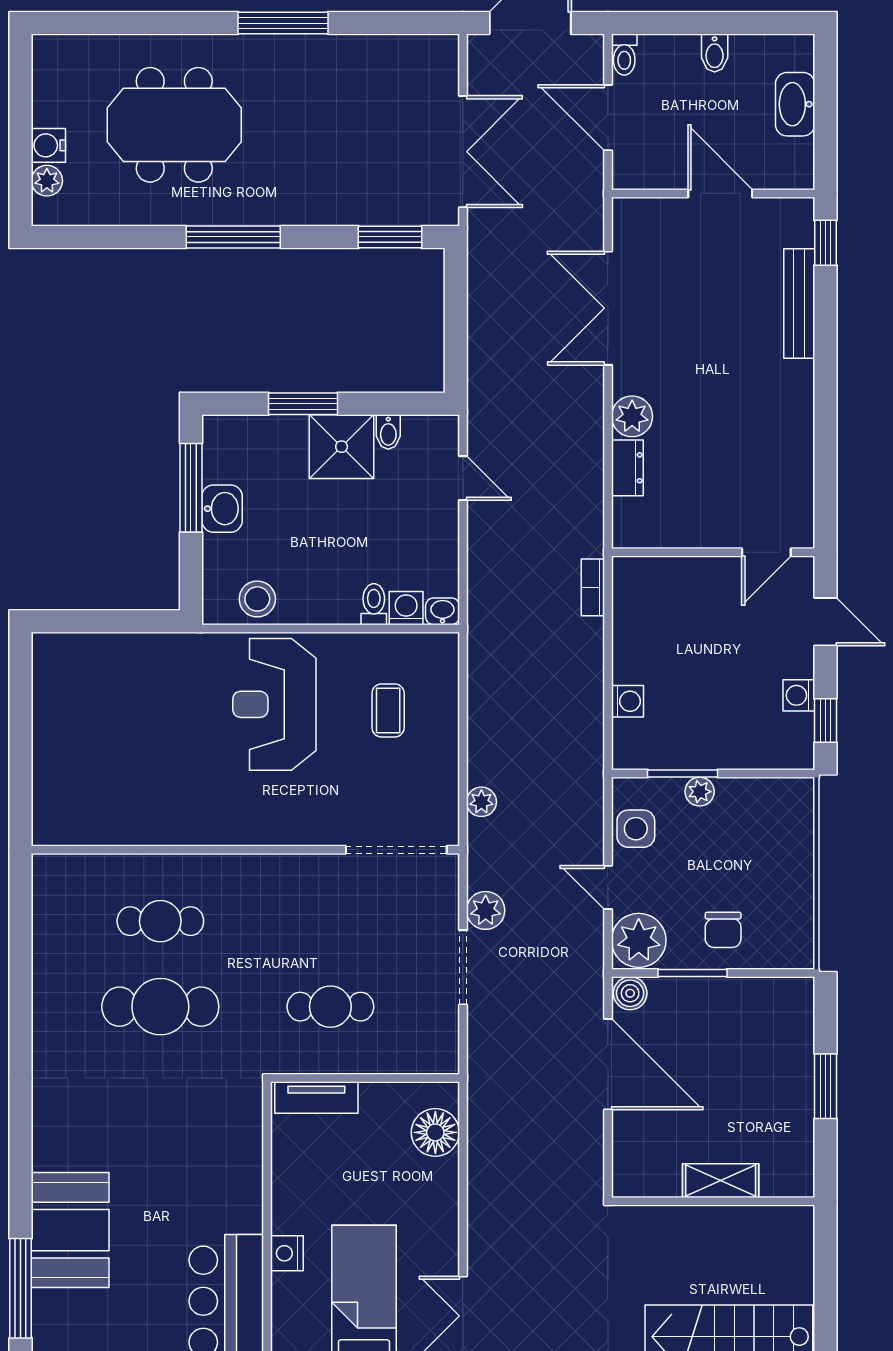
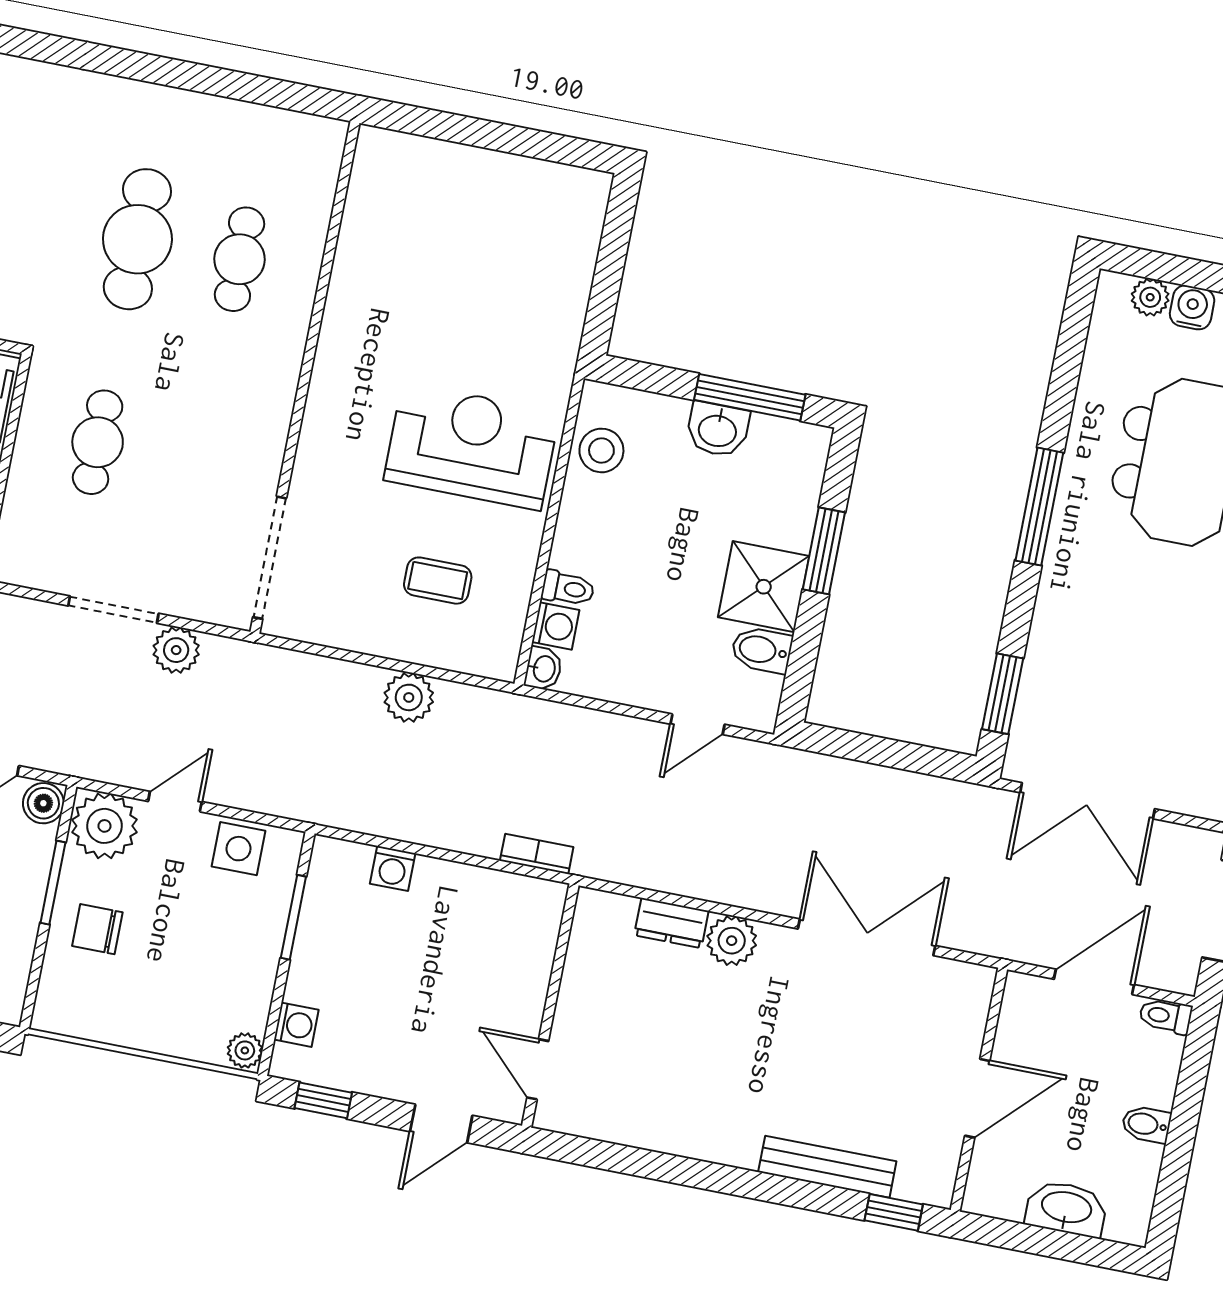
bidet: (388, 432) -> (762, 650), width x1.38, depth x1.36
washing machine: (799, 695) -> (296, 1025), moved, turned 90
plant: (700, 792) -> (245, 1050), moved
plant: (481, 802) -> (409, 697), moved, width x1.38, depth x1.38

